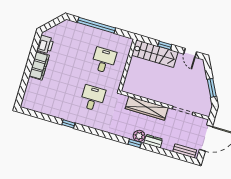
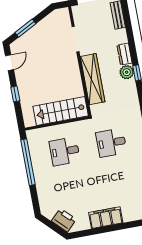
window: (96, 25) -> (28, 162), moved
printer: (45, 44) -> (64, 220), moved, turned 45
stairs: (155, 54) -> (61, 111), moved, turned -90
window: (212, 88) -> (25, 28), moved

